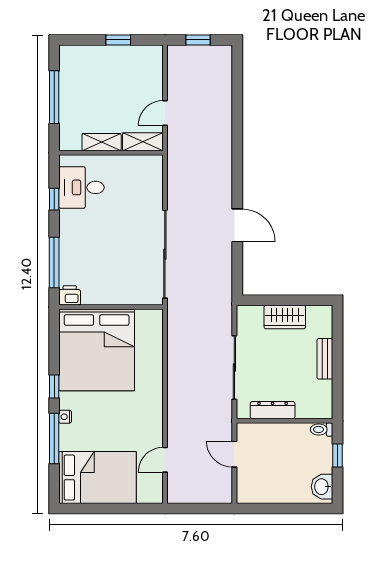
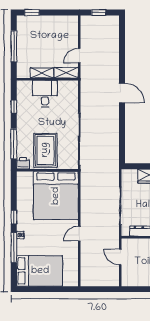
window: (118, 40) -> (32, 13), moved
desk: (82, 187) -> (45, 94), moved, turned 90
door: (237, 225) -> (122, 93), moved
rug: (108, 273) -> (45, 150), added
bed: (97, 350) -> (56, 196), moved
door: (165, 460) -> (79, 234), moved

